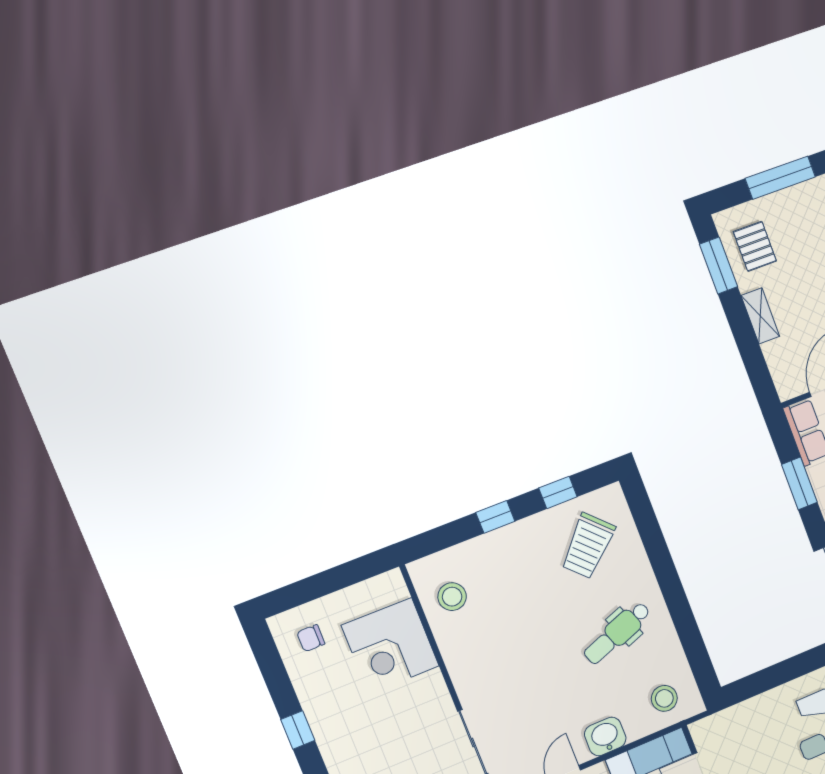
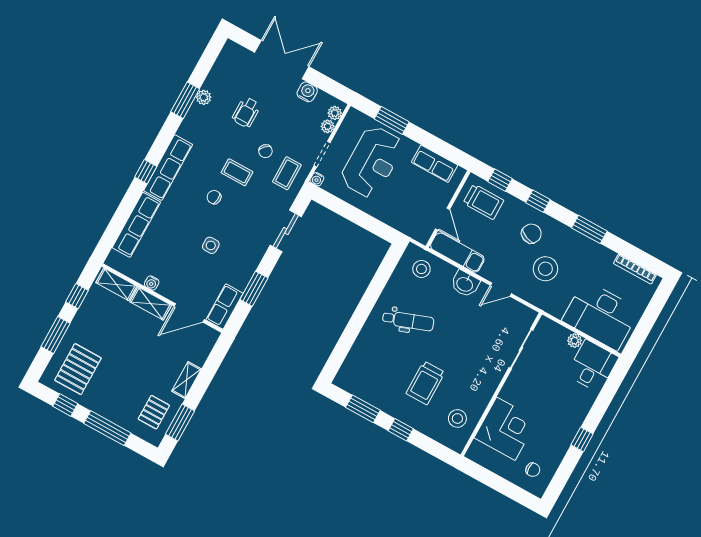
window: (558, 492) -> (363, 409), width x1.50
trolley: (588, 546) -> (425, 383), moved, turned 135

